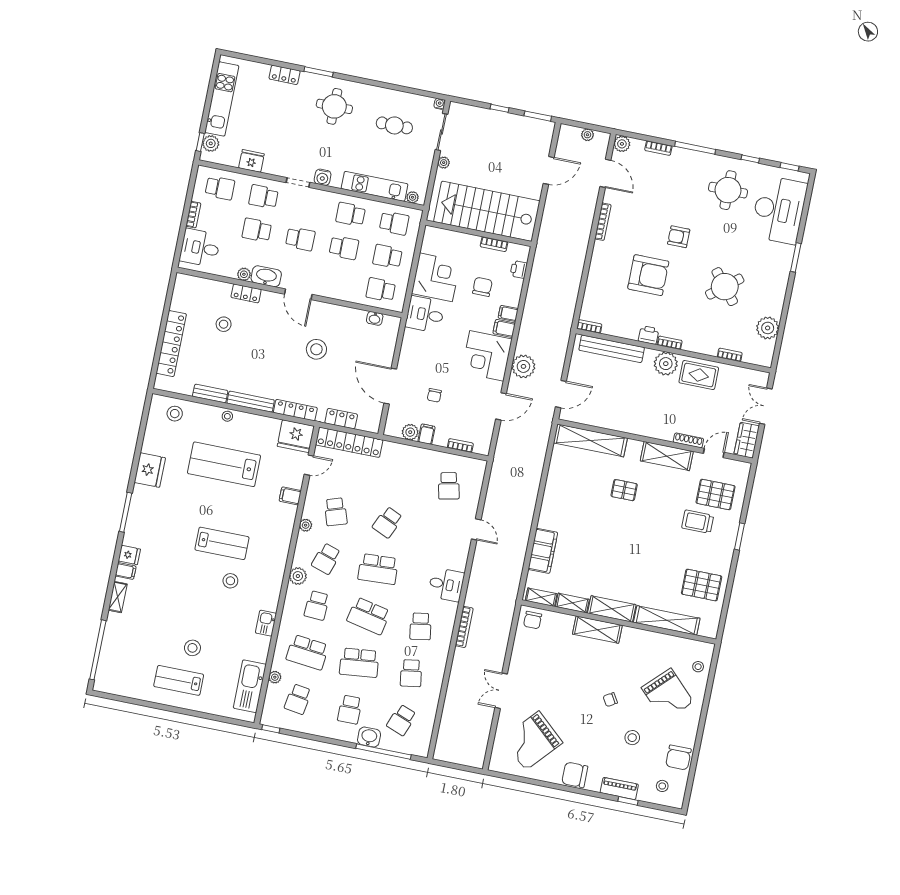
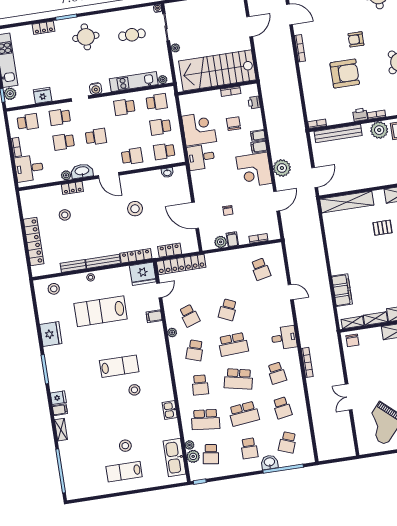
school desk: (344, 248) -> (132, 156), moved
plant: (298, 576) -> (193, 456), moved

